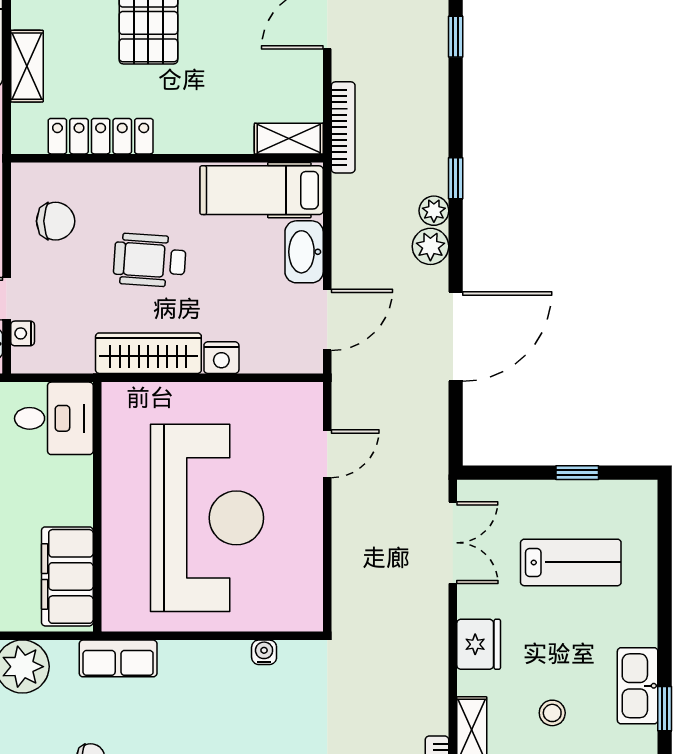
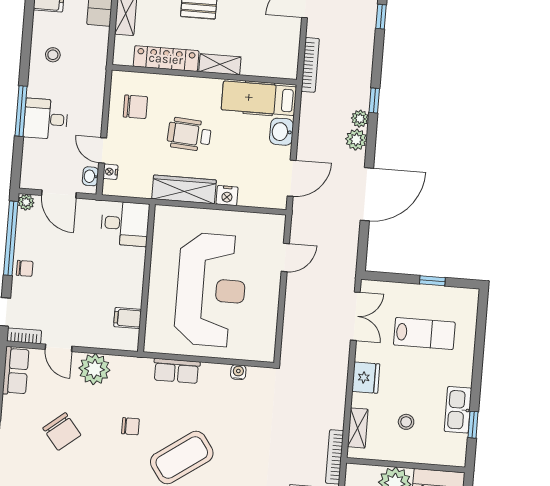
shelving: (289, 139) -> (220, 64), moved
washbasin: (304, 252) -> (282, 132), width x0.72
filing cabinet: (67, 576) -> (128, 318), width x0.33, depth x0.86
row of seats: (118, 658) -> (177, 371), moved

